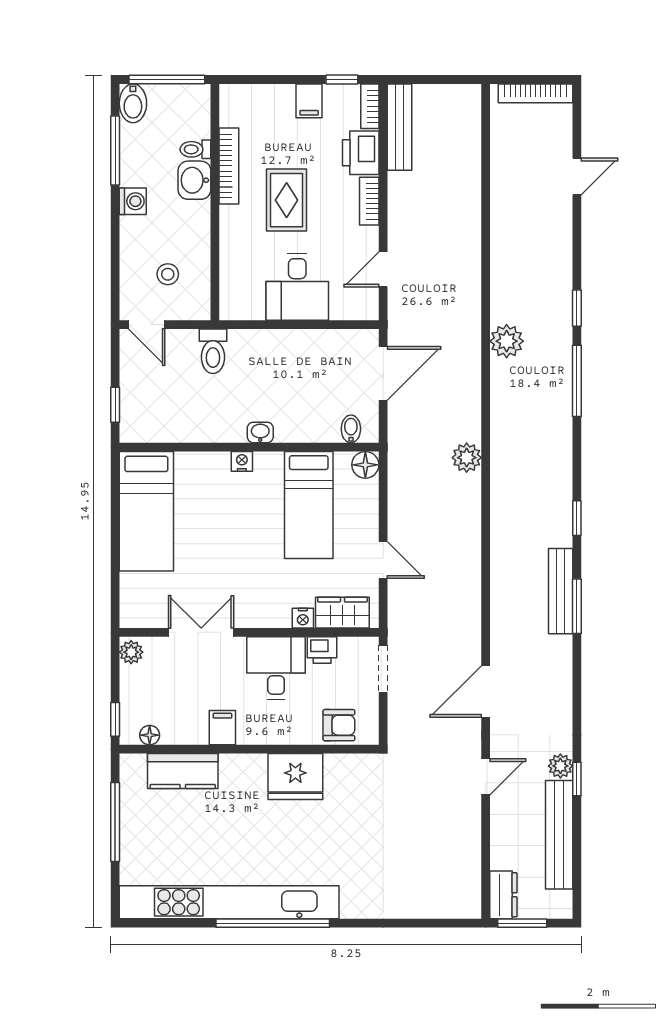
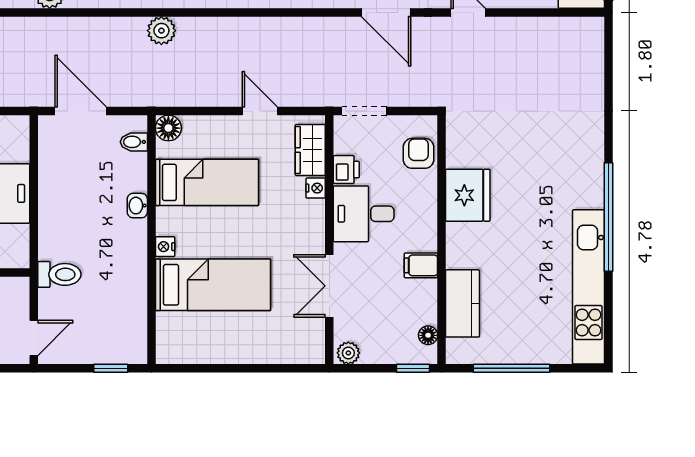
washbasin: (260, 432) -> (137, 206), moved
bed: (146, 511) -> (213, 285), moved
door: (383, 560) -> (260, 111), hinge flipped
kitchen unit: (229, 902) -> (589, 287), width x0.73

